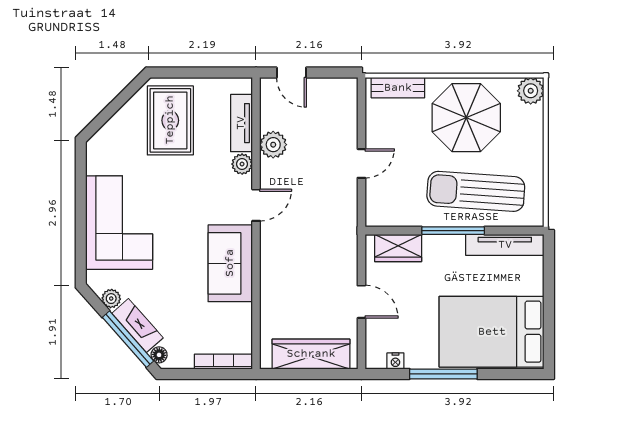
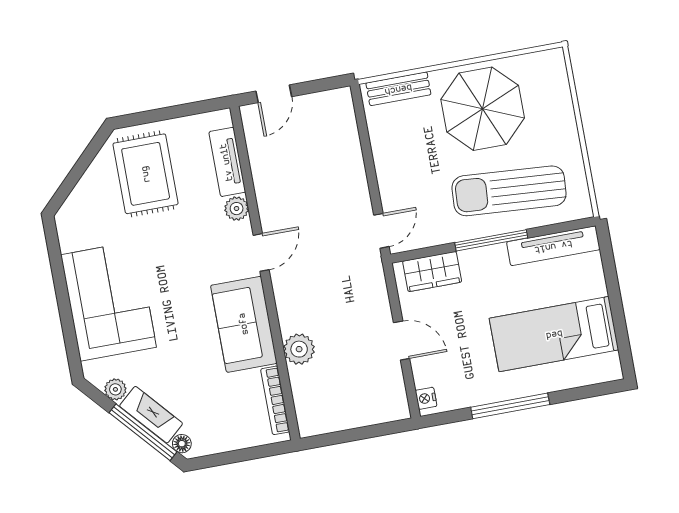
door: (291, 73) -> (274, 94), hinge flipped
plant: (531, 91) -> (550, 65), removed
plant: (273, 145) -> (299, 349), moved
door: (361, 163) -> (381, 231), moved
bed: (492, 332) -> (554, 334), width x0.67
wardrobe: (311, 354) -> (355, 411), removed
nightstand: (395, 361) -> (426, 398), moved, turned 90
bookcase: (223, 362) -> (275, 400), moved, turned -90

